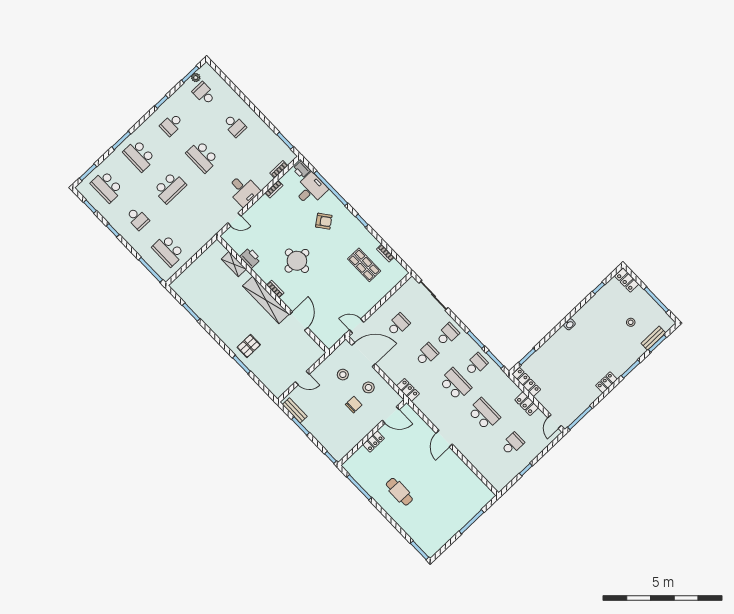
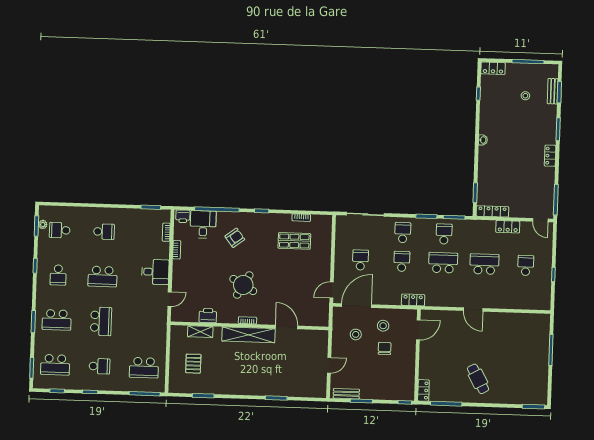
round table: (297, 261) -> (243, 285), turned 30
pallet: (249, 346) -> (193, 364), moved
locker: (374, 441) -> (423, 390), moved
cafe table: (399, 492) -> (478, 379), turned 60

